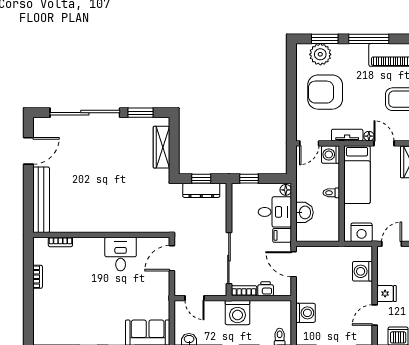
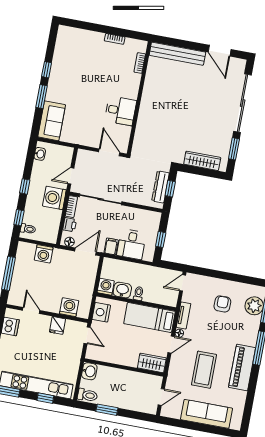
armchair: (325, 92) -> (222, 304), width x0.53, depth x0.53
door: (309, 143) -> (183, 283), hinge flipped
washing machine: (331, 154) -> (106, 287), moved
window: (249, 179) -> (161, 239), moved
floor lamp: (286, 190) -> (69, 242), moved
washbasin: (304, 212) -> (122, 290), moved, turned 180
fridge: (387, 294) -> (57, 325), moved
door: (194, 298) -> (71, 176), moved

